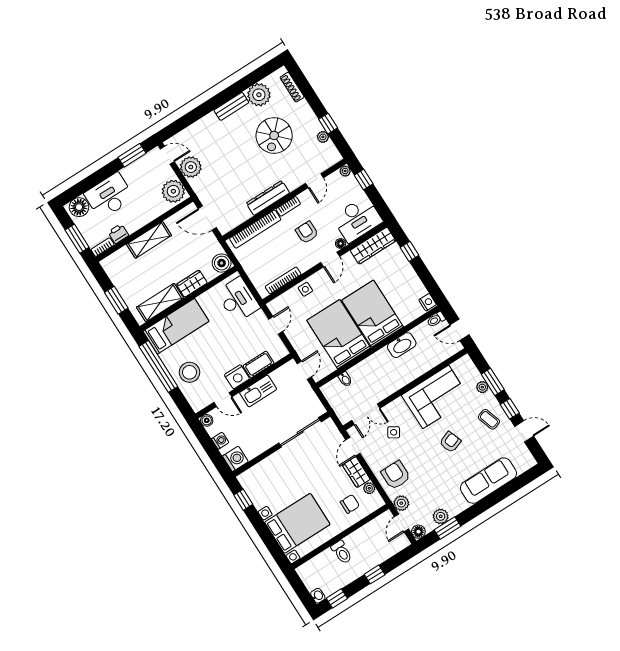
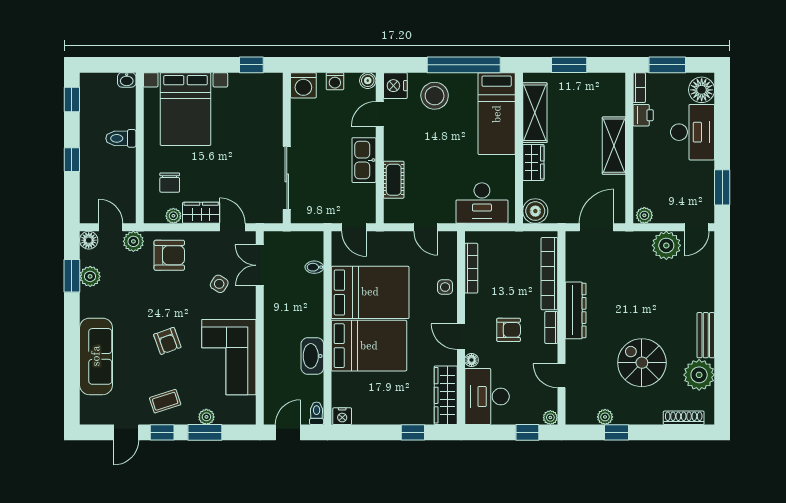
plant: (173, 191) -> (644, 215), width x0.53, depth x0.53
nightstand: (237, 377) -> (395, 86), moved
washbasin: (318, 596) -> (127, 80), moved

